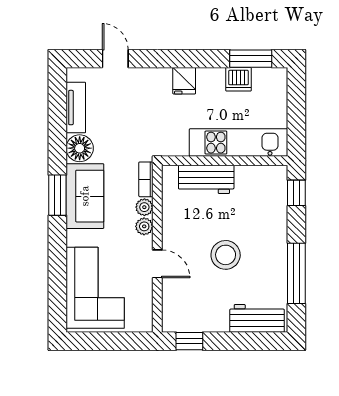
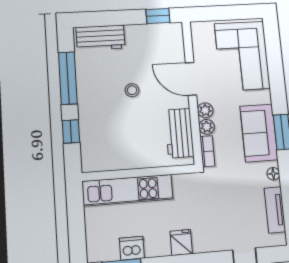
floor lamp: (80, 148) -> (273, 174), width x0.53, depth x0.53
workbench: (206, 179) -> (179, 133), moved, turned -90
window: (296, 193) -> (71, 132), moved
stool: (226, 255) -> (132, 90), width x0.53, depth x0.53
door: (157, 264) -> (191, 79), width x1.38

